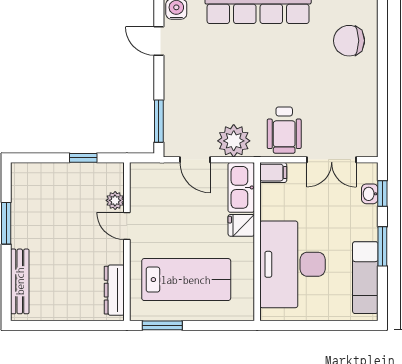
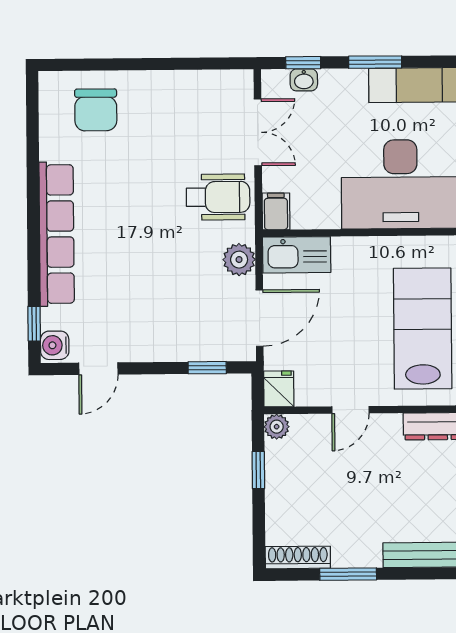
window: (159, 121) -> (207, 368), width x0.67
plant: (234, 141) -> (239, 260), width x0.73, depth x0.73
door: (195, 160) -> (259, 318), width x1.38
shoe rack: (19, 186) -> (298, 557), added
plant: (115, 200) -> (277, 427), moved
fridge: (241, 225) -> (279, 389), moved, turned 180

